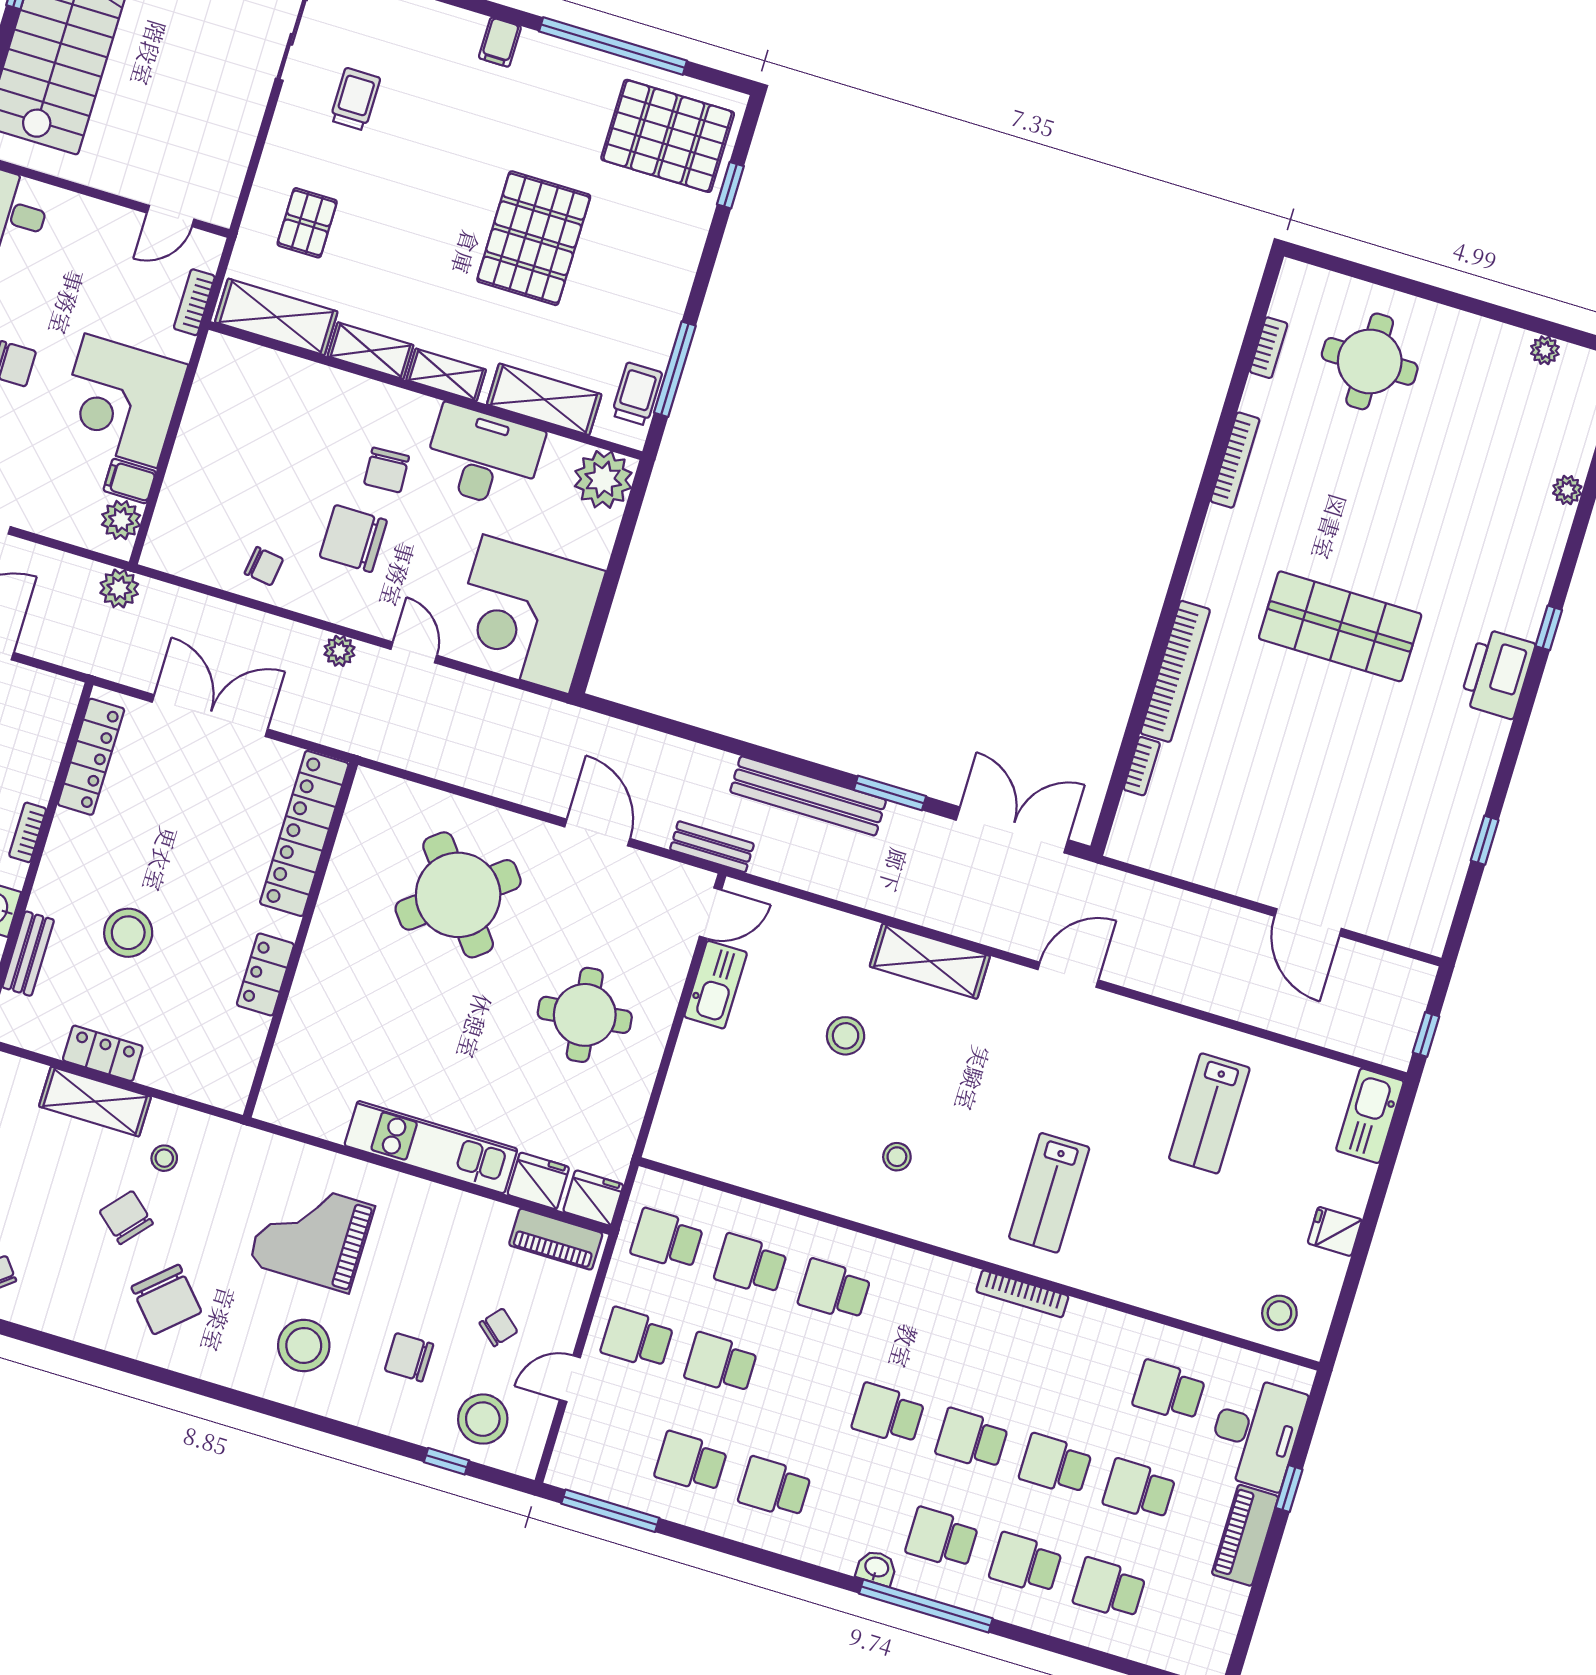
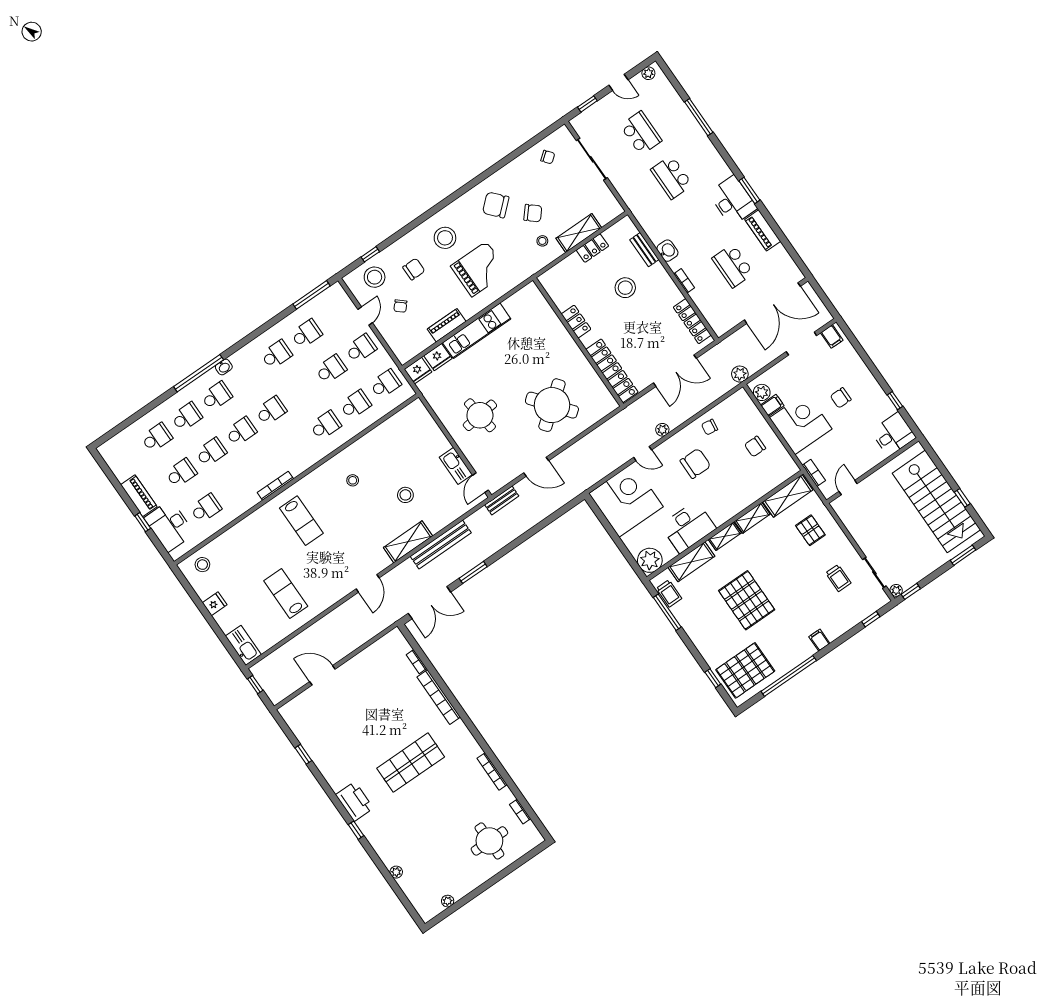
chair: (387, 470) -> (755, 447), moved, turned -87
bench: (808, 796) -> (441, 545), moved
lab bench: (1049, 1193) -> (301, 521), turned 180
piano: (556, 1239) -> (447, 325), moved

